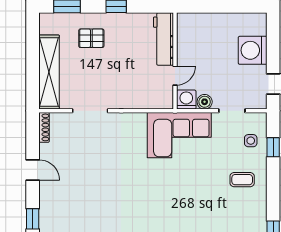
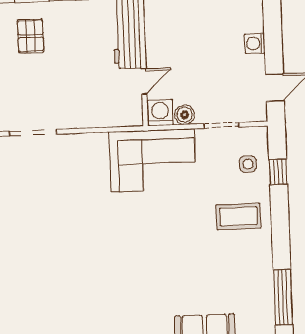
pallet: (91, 38) -> (31, 36), turned 90
washing machine: (253, 50) -> (255, 43), width x0.53, depth x0.53
coffee table: (242, 180) -> (239, 216), width x1.36, depth x1.30

